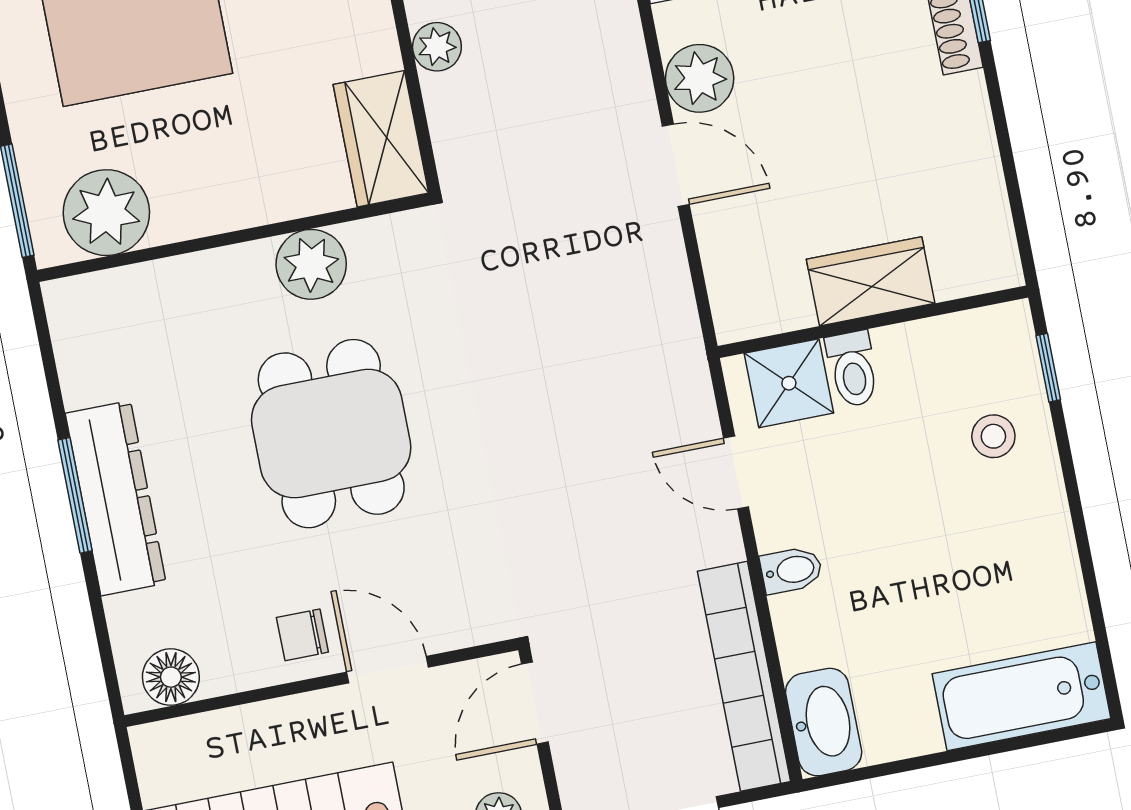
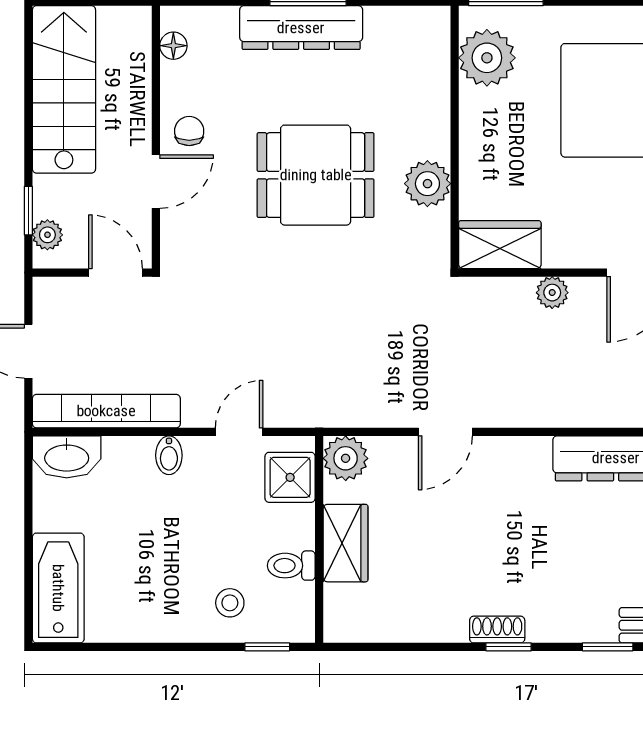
plant: (700, 78) -> (346, 458), moved
toilet: (853, 369) -> (291, 566), moved
floor lamp: (171, 677) -> (173, 46), width x0.73, depth x0.73

